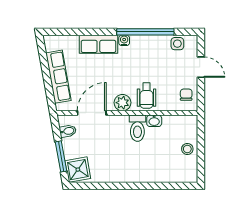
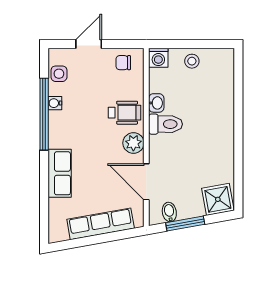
water cooler: (124, 40) -> (55, 103), moved
washing machine: (190, 122) -> (158, 58), added
window: (61, 156) -> (185, 223), moved

